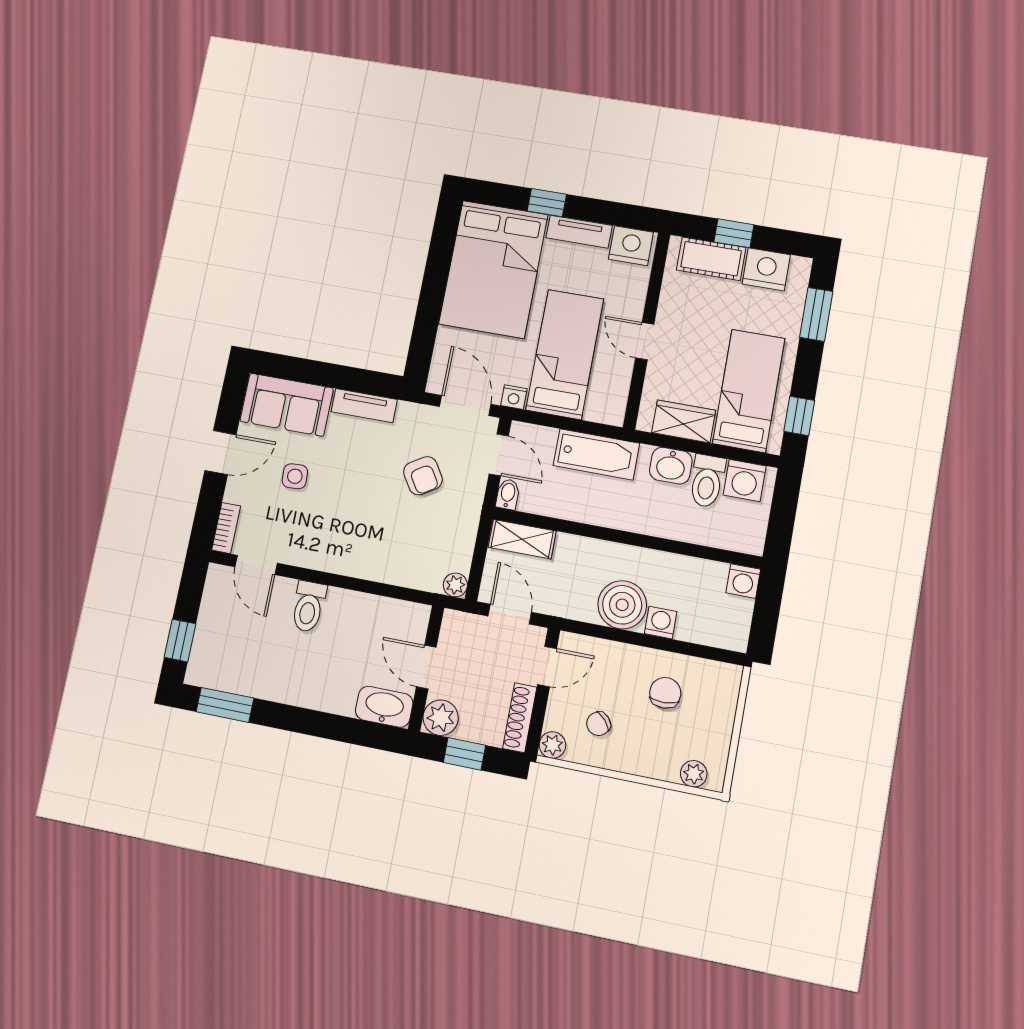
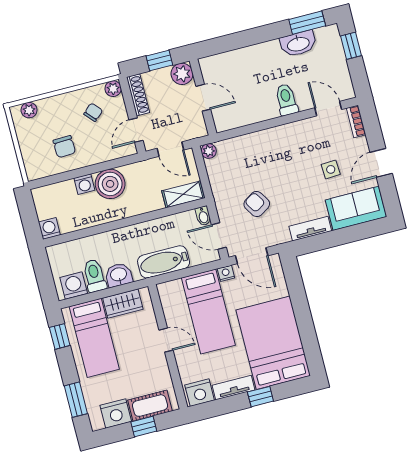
washbasin: (384, 707) -> (298, 44), moved

